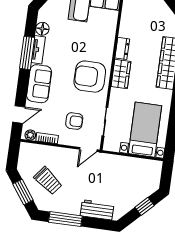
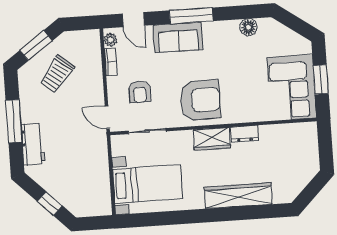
tv unit: (38, 50) -> (221, 27), removed
window: (27, 53) -> (191, 16), moved
armchair: (90, 77) -> (200, 100), turned 90
window: (65, 219) -> (14, 121), moved

